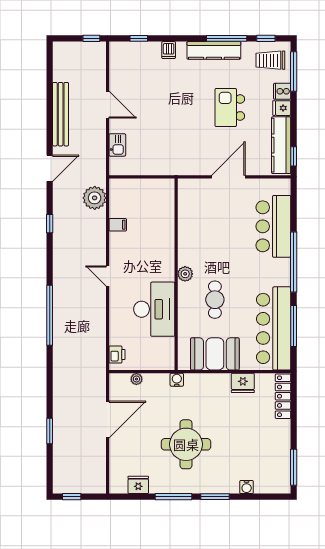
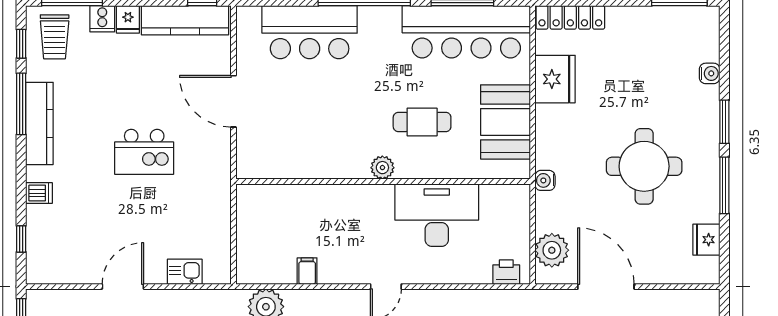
kitchen island: (230, 107) -> (144, 152), moved
plant: (136, 379) -> (552, 250), width x1.88, depth x1.88
fridge: (243, 383) -> (555, 79), width x1.36, depth x1.34

